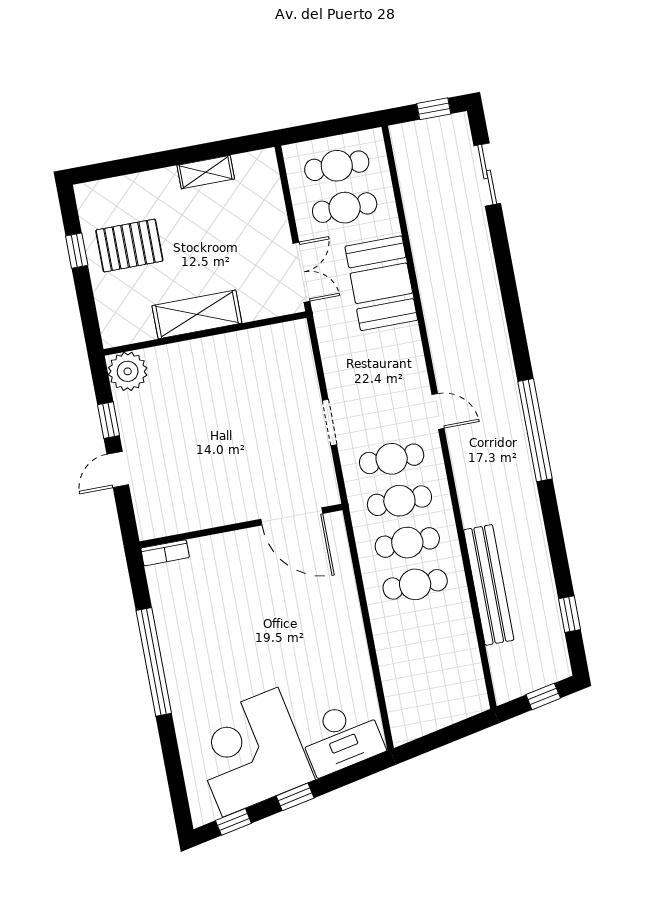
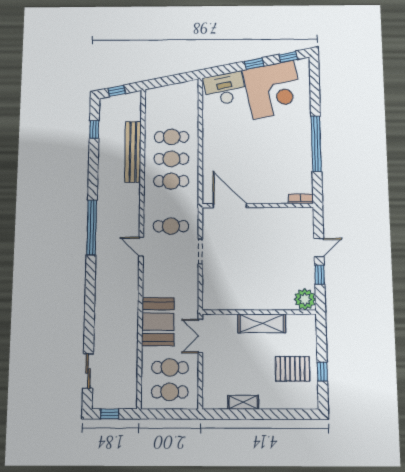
cafe table: (399, 501) -> (172, 137), moved

